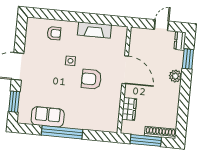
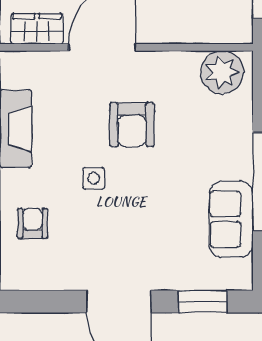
wardrobe: (129, 109) -> (37, 29), moved
plant: (110, 119) -> (222, 72), added

